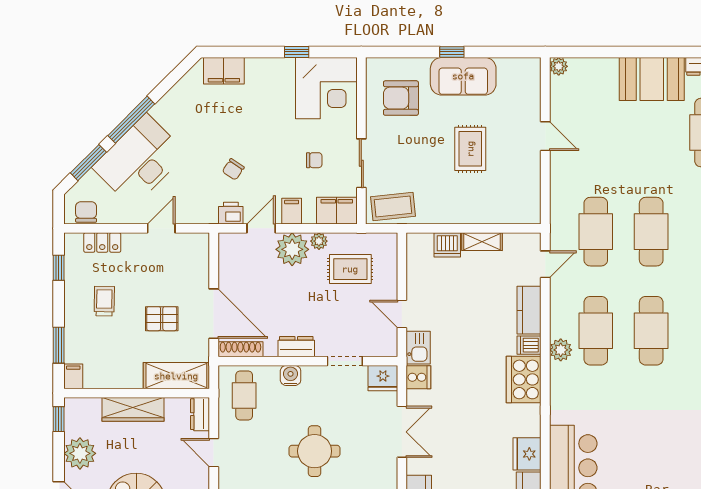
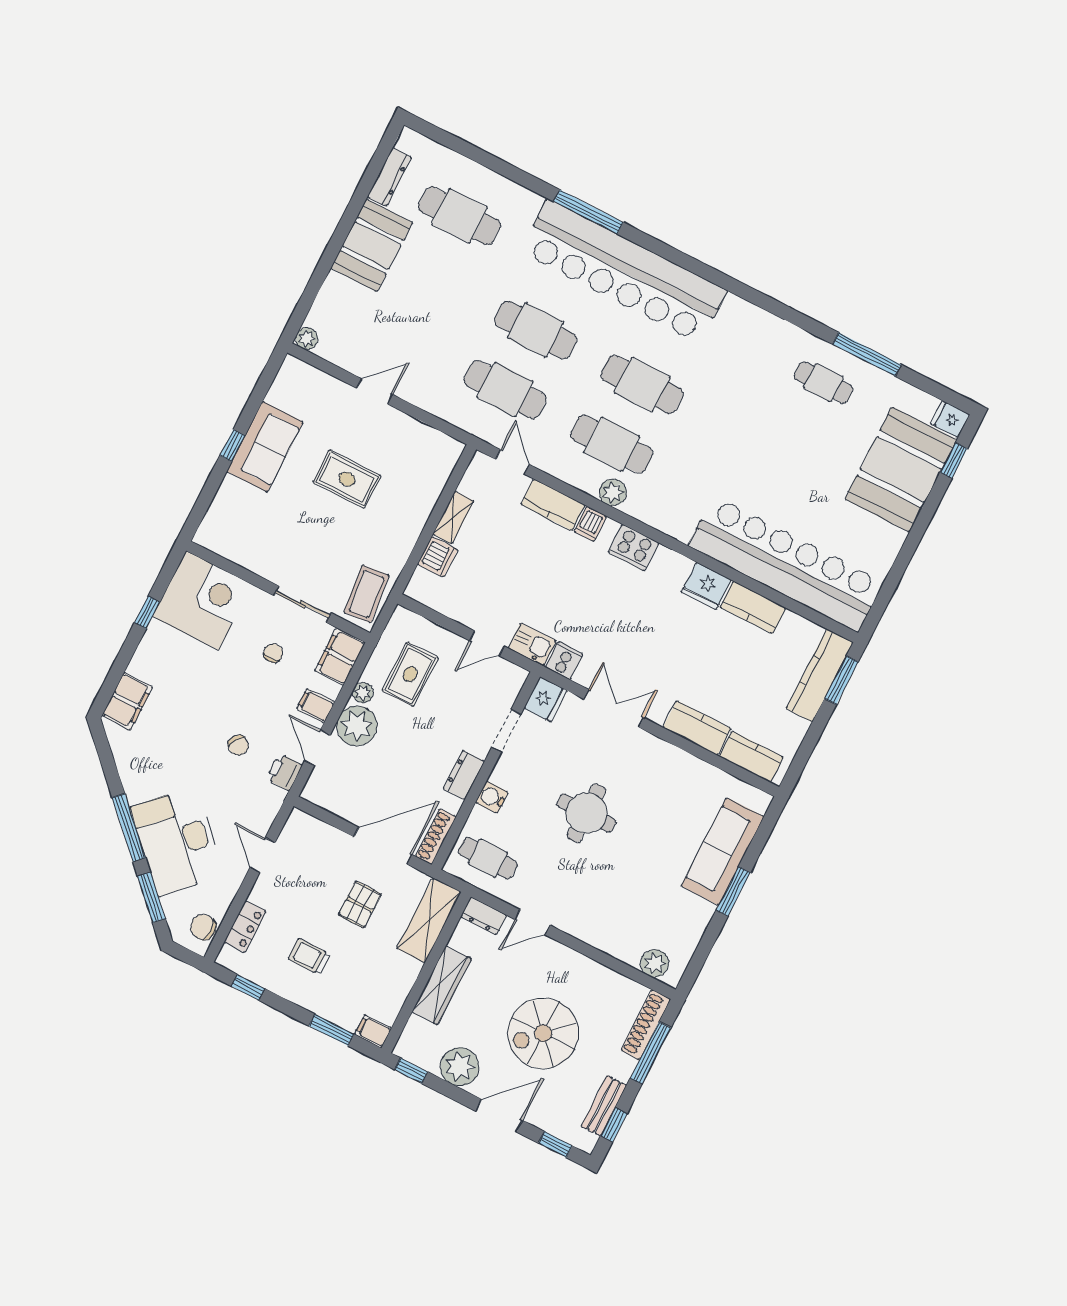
armchair: (401, 98) -> (254, 526), removed
cooker: (524, 379) -> (634, 548), width x0.73, depth x0.76

